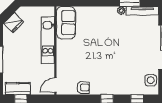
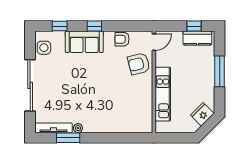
sofa: (66, 23) -> (84, 42), moved, turned -90
armchair: (69, 66) -> (139, 64), added

